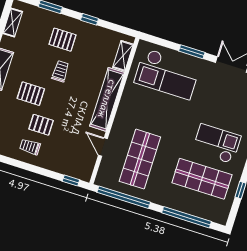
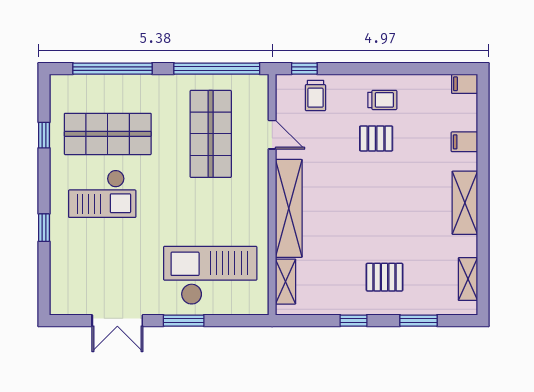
trolley: (60, 71) -> (315, 96), moved
pallet: (31, 94) -> (406, 180), removed

